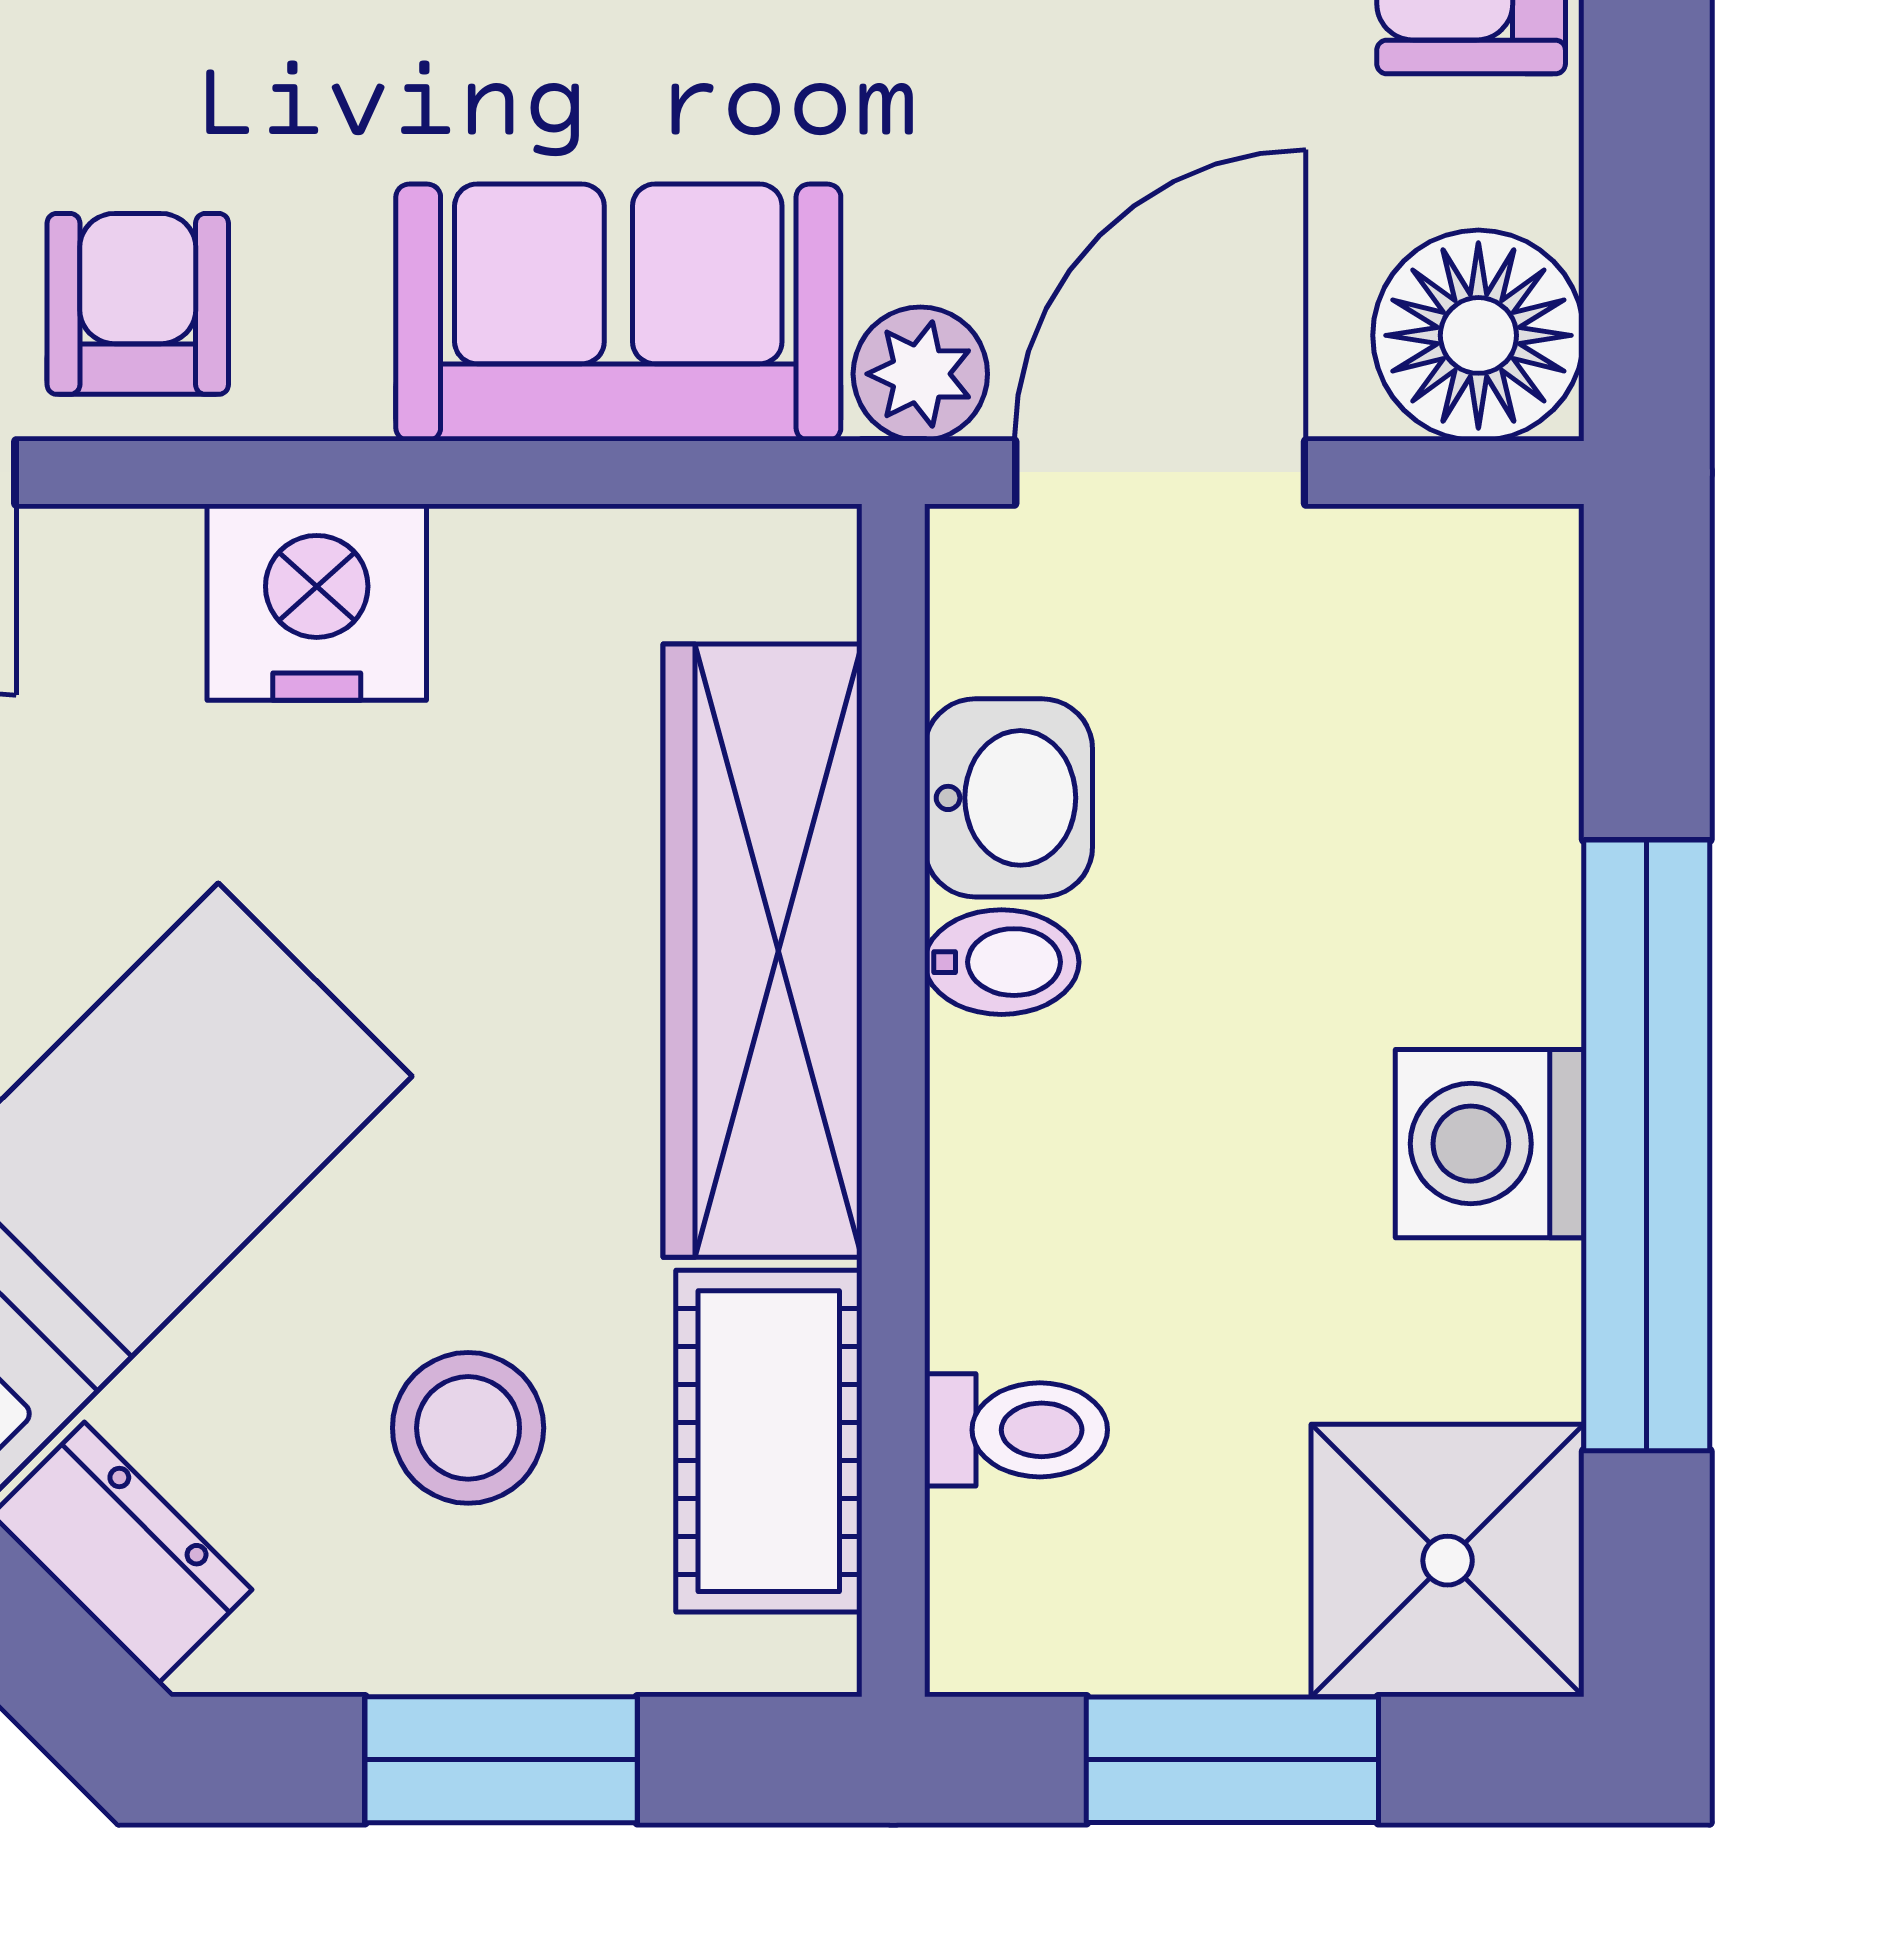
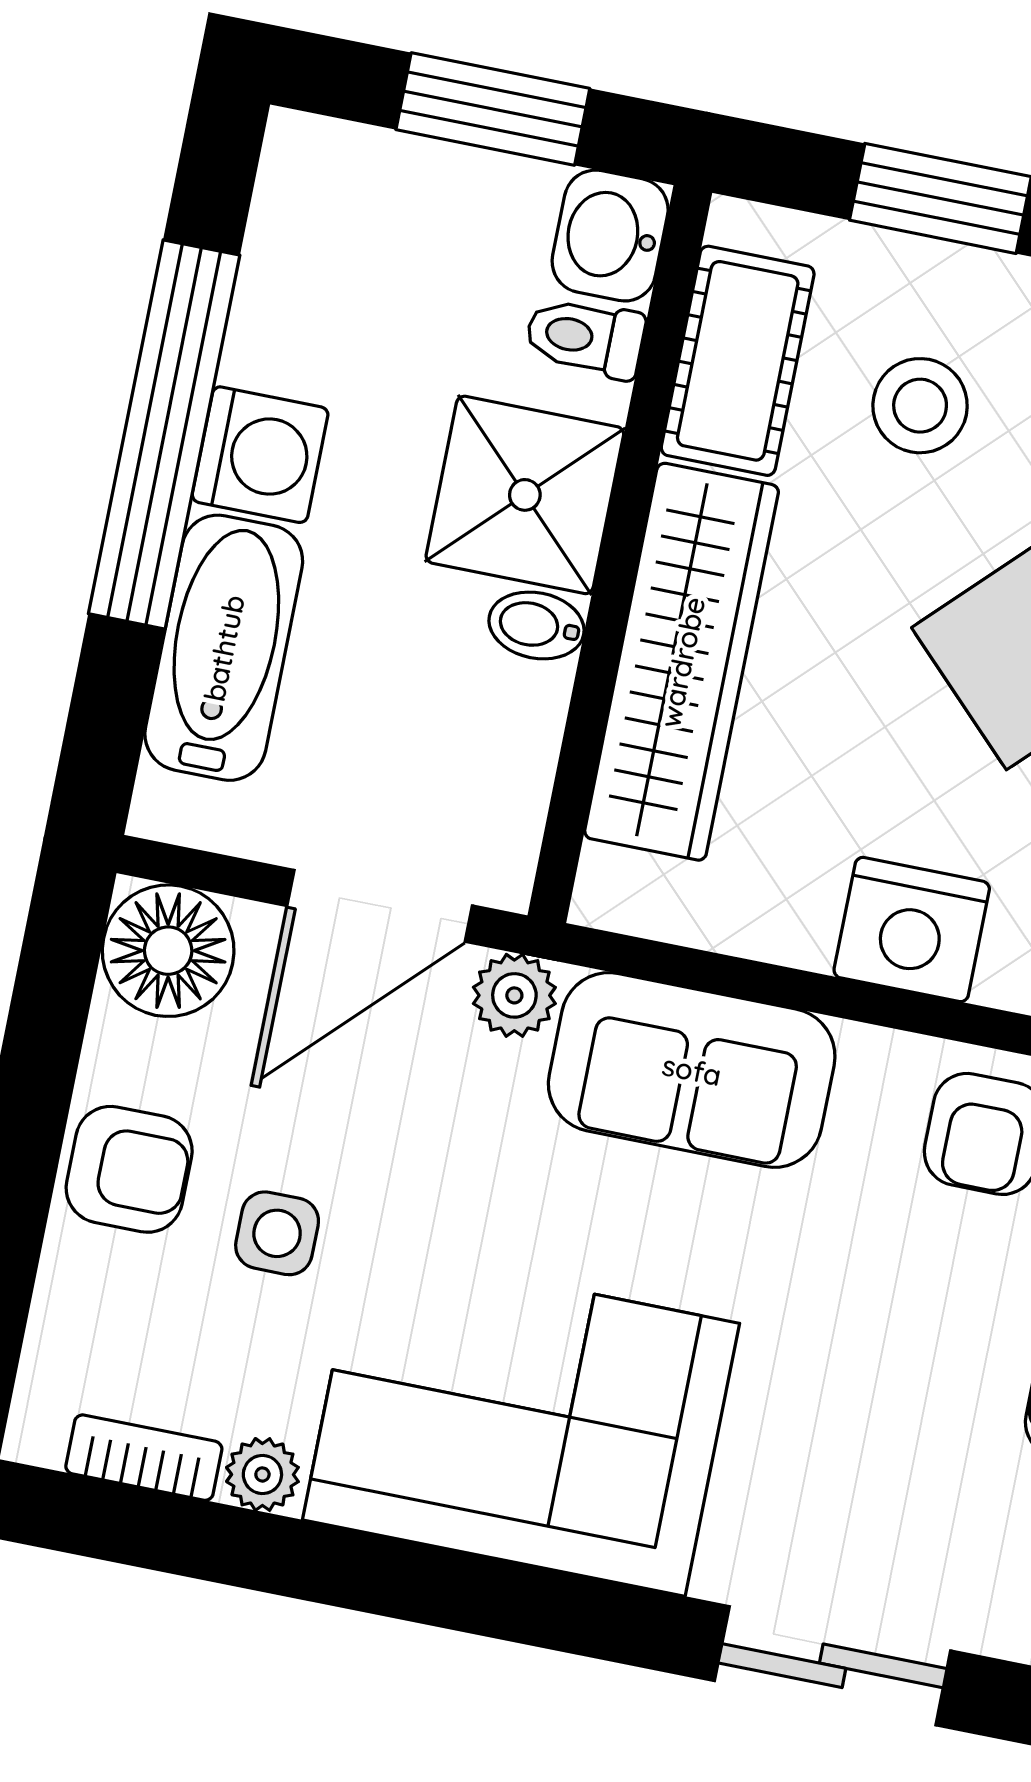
washbasin: (1009, 798) -> (610, 236), moved
bathtub: (1486, 829) -> (224, 648), added
shower: (1448, 1561) -> (525, 495), moved

